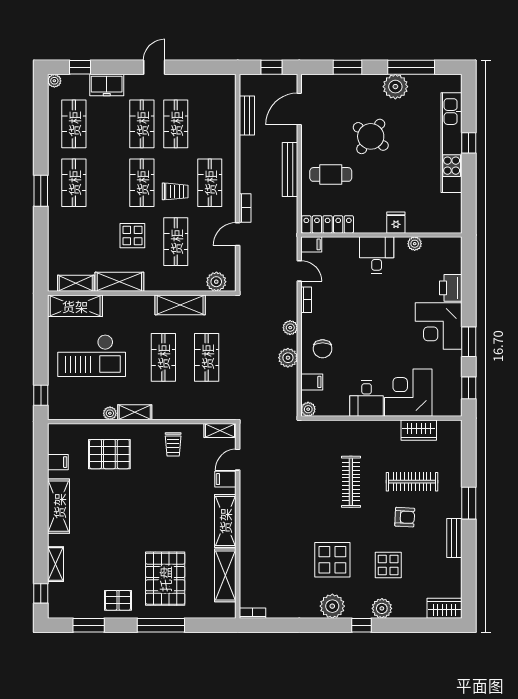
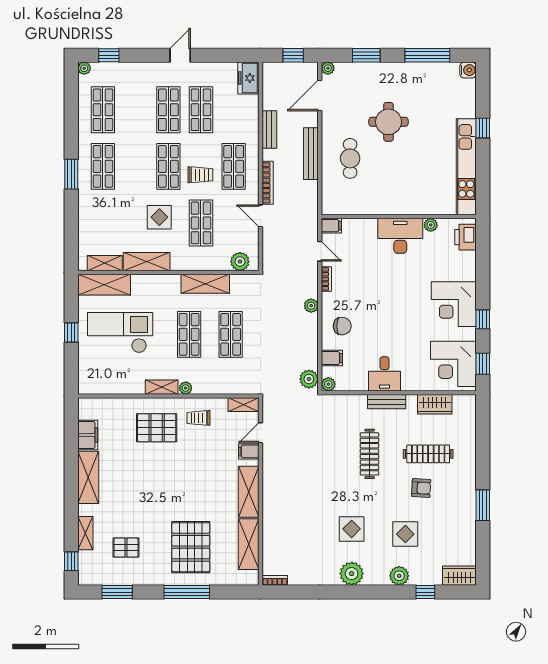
water cooler: (453, 83) -> (468, 70), added
freezer: (107, 85) -> (248, 78), moved, turned 90
plant: (395, 87) -> (328, 68), moved, width x0.53, depth x0.53
bench: (247, 116) -> (269, 130), moved
round table: (371, 136) -> (389, 122), turned -36
kitchen unit: (452, 143) -> (466, 167), moved
cafe table: (331, 174) -> (350, 158), turned 90
bookcase: (245, 208) -> (268, 183), width x1.56
fridge: (396, 223) -> (413, 205), removed
locker: (328, 224) -> (347, 206), removed
door: (238, 234) -> (261, 216), hinge flipped
desk: (377, 255) -> (400, 236), width x1.37
printer: (451, 288) -> (465, 237), moved
window: (469, 342) -> (483, 319), width x0.67
chair: (323, 349) -> (342, 326), turned -90
checkout: (92, 356) -> (120, 333), turned 180
plant: (288, 358) -> (309, 379), moved
corner desk: (408, 393) -> (453, 364), moved, turned -90
window: (41, 395) -> (71, 333), moved
plant: (110, 413) -> (186, 388), moved
trolley: (173, 444) -> (198, 418), turned 90
pallet: (109, 454) -> (157, 428), moved
filing cabinet: (58, 462) -> (88, 435), width x2.00
window: (469, 503) -> (483, 505), moved
bench: (454, 538) -> (387, 402), moved, turned 90
display table: (332, 560) -> (352, 529), width x0.73, depth x0.73
pallet: (118, 600) -> (126, 548), moved
window: (362, 625) -> (425, 592), moved

